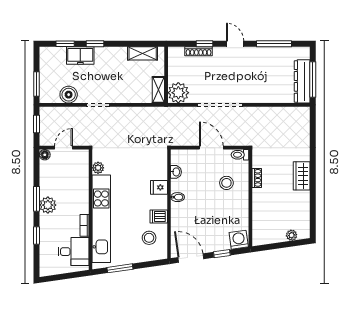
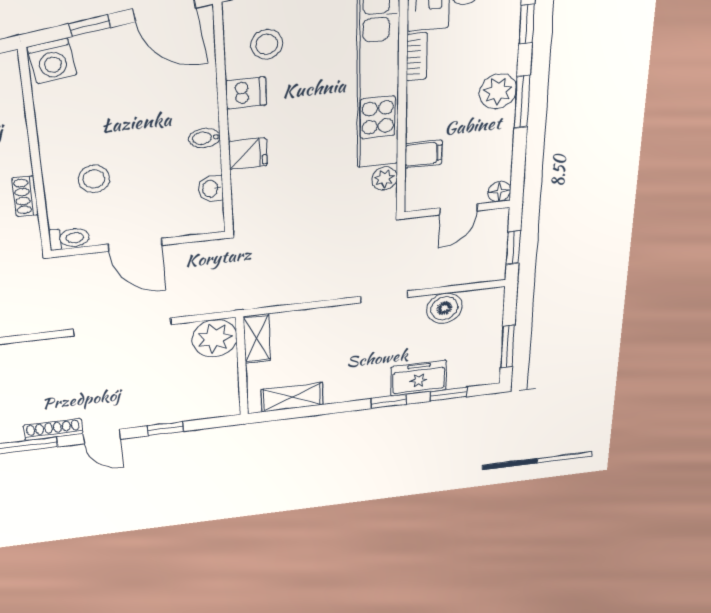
shoe rack: (199, 51) -> (53, 430), moved
window: (37, 84) -> (508, 346), moved
filing cabinet: (80, 178) -> (424, 154), added

